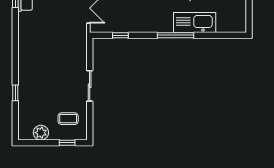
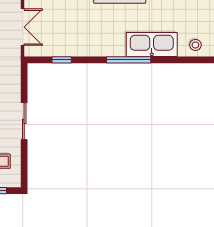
stool: (231, 23) -> (195, 45), added

